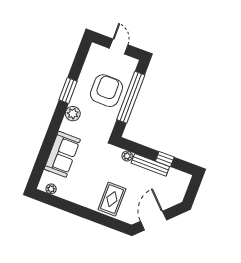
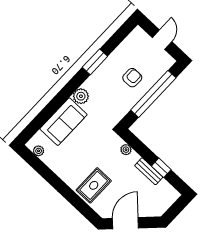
armchair: (106, 91) -> (132, 78), width x0.53, depth x0.53
plant: (73, 114) -> (81, 96), moved
bench: (150, 165) -> (149, 171), width x0.73

